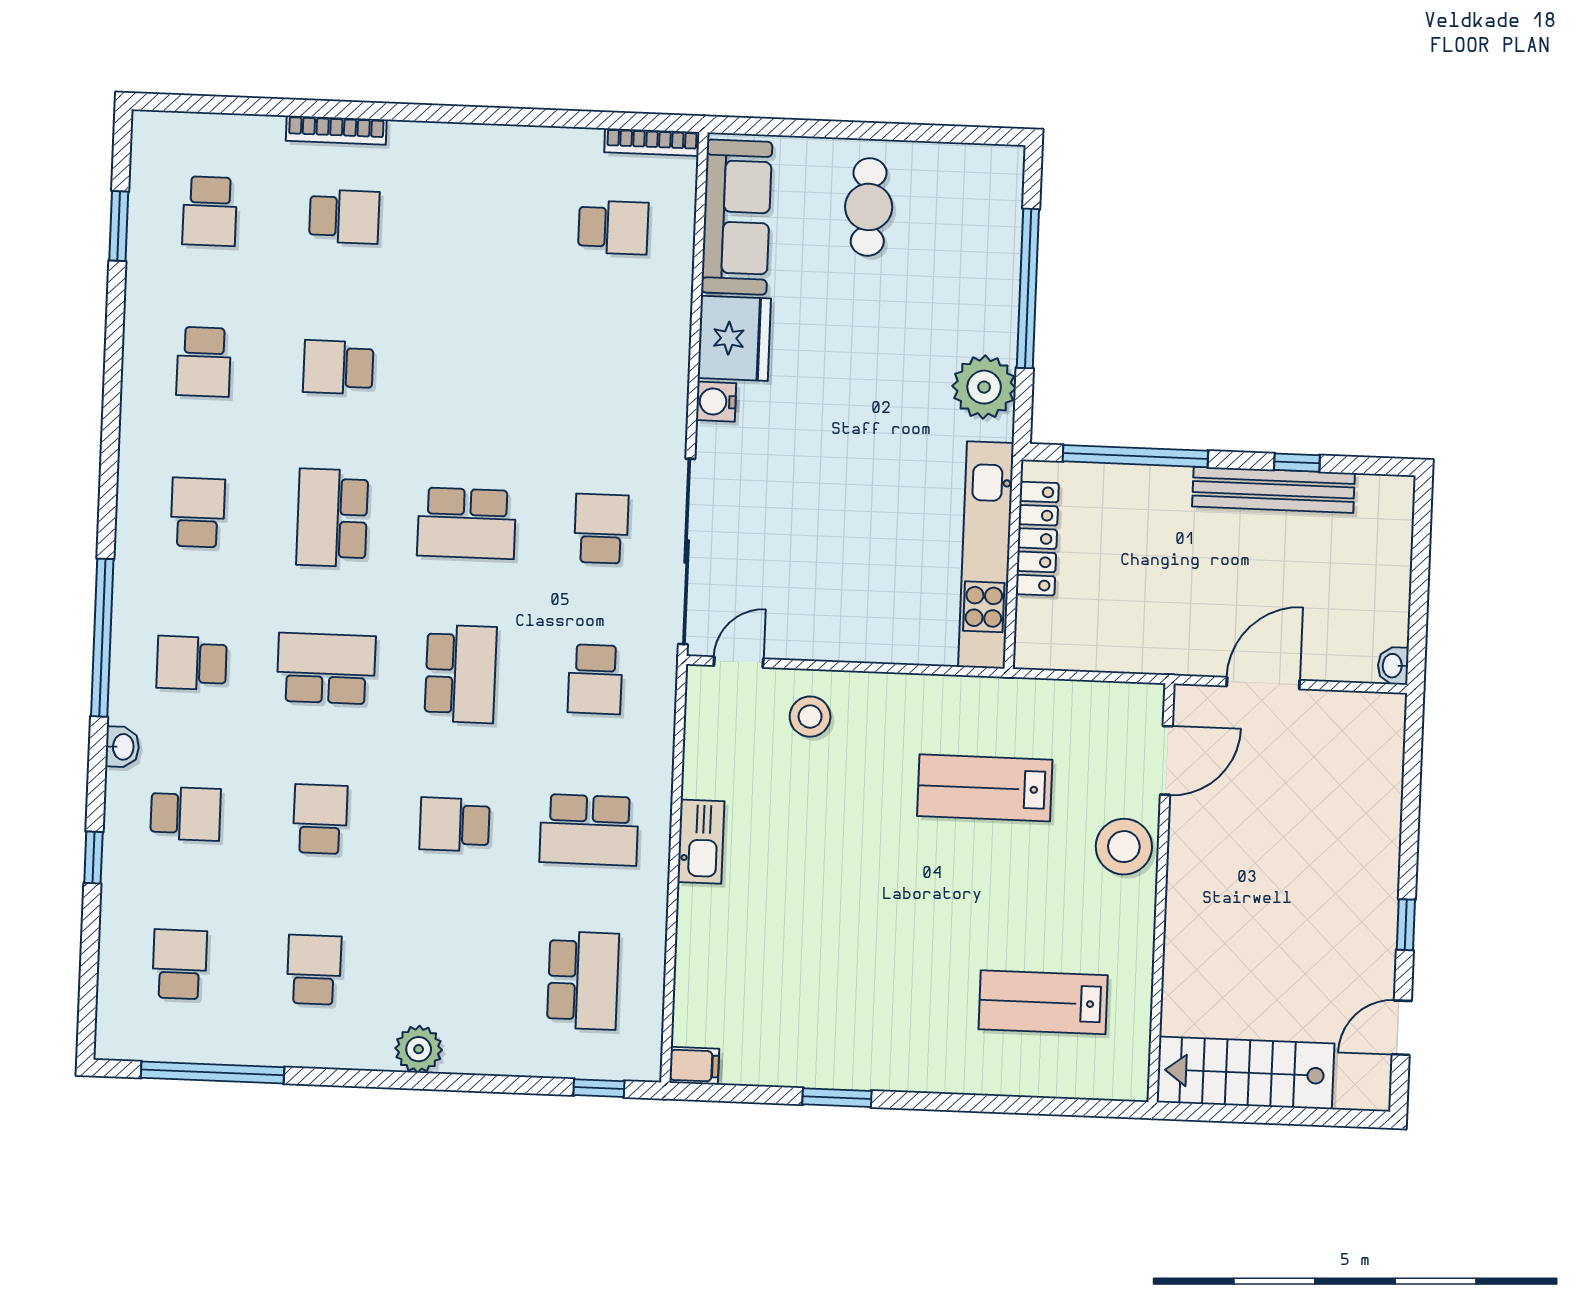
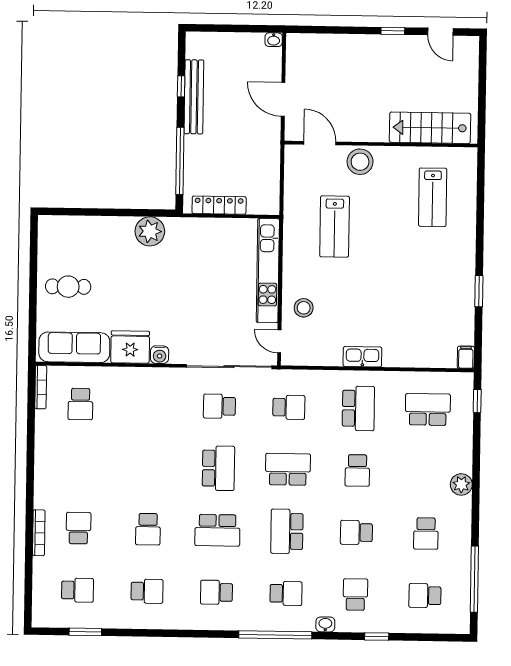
school desk: (613, 227) -> (80, 404), turned 180
window: (1028, 288) -> (104, 212), removed
kitchen unit: (986, 555) -> (268, 271), moved, turned 90
school desk: (192, 663) -> (286, 593), turned -90
school desk: (314, 970) -> (426, 534), turned -90
stairs: (1245, 1073) -> (430, 128), moved, turned 90

